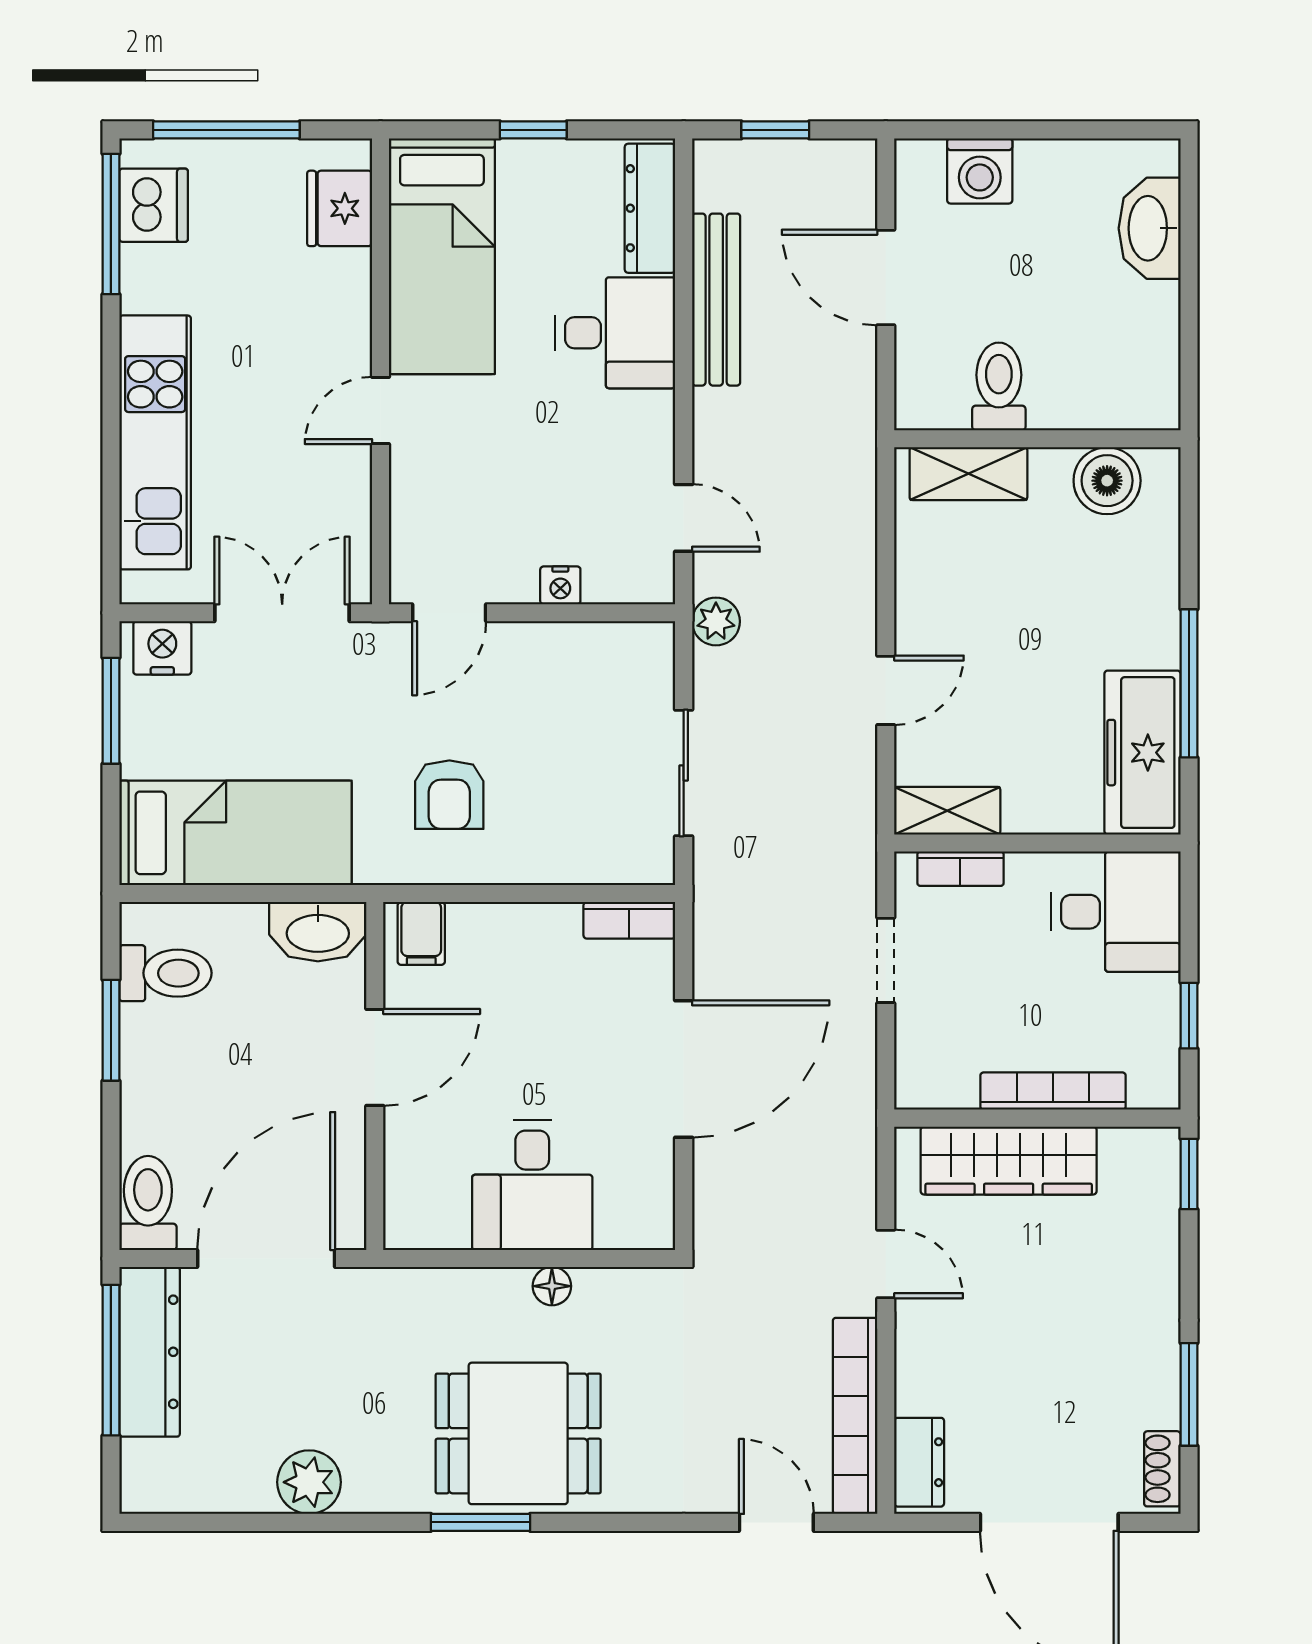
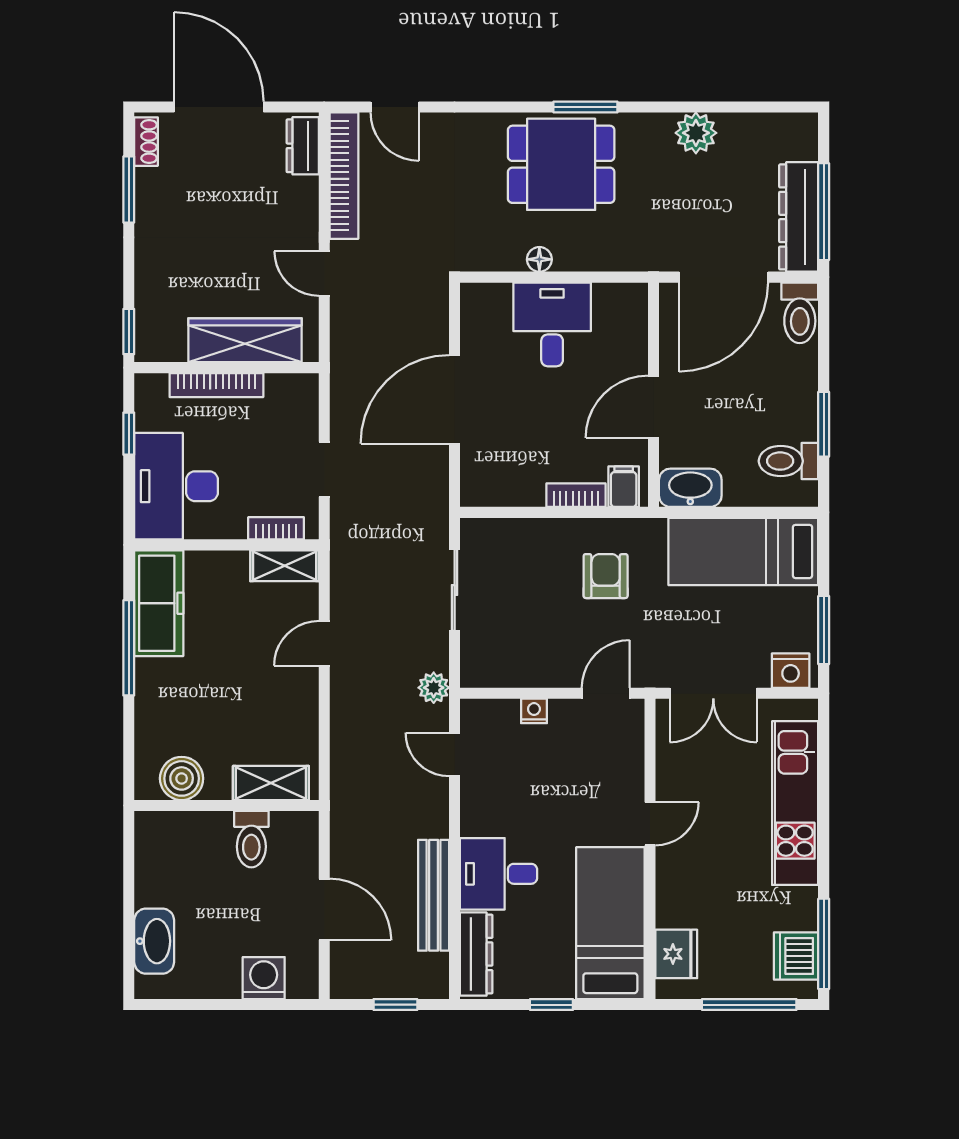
desk: (1116, 912) -> (176, 486), width x1.37
bookcase: (629, 920) -> (576, 495), moved

